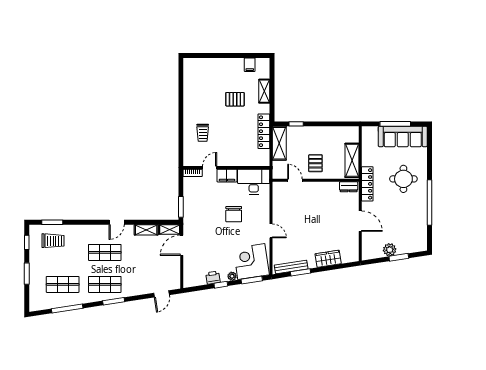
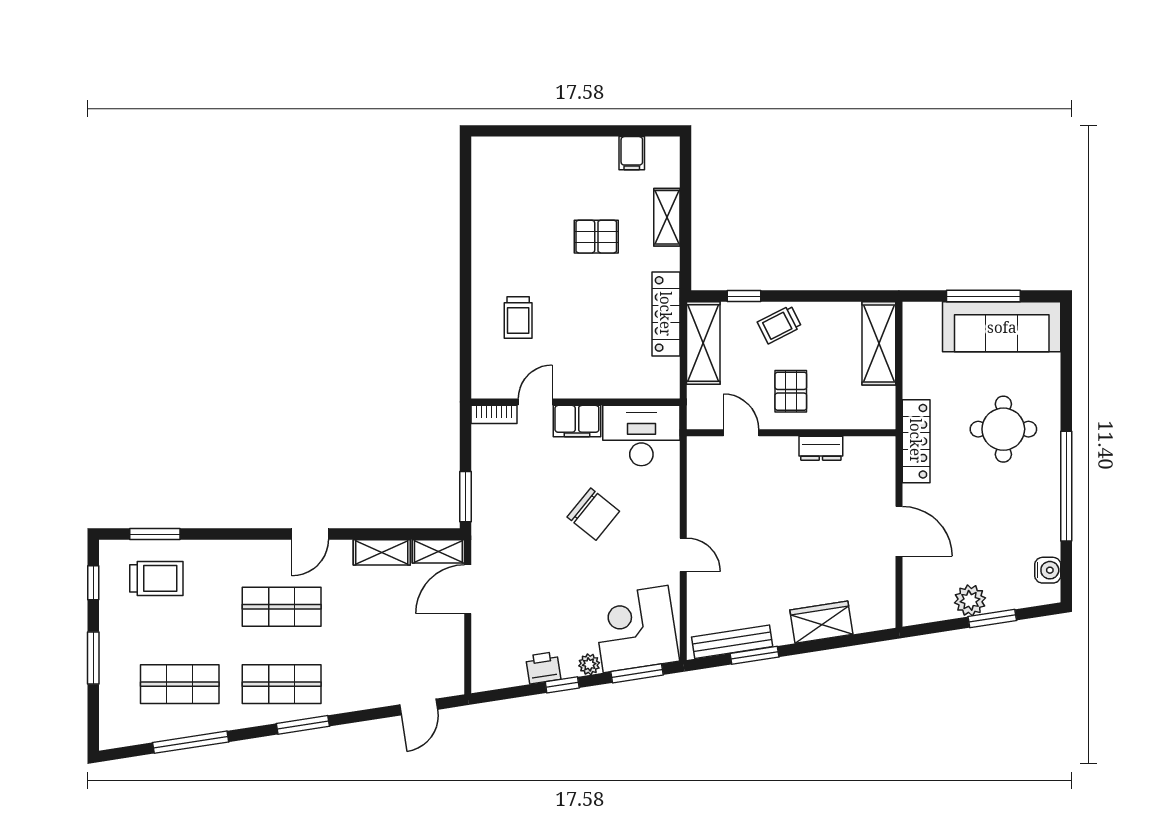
trolley: (311, 136) -> (780, 324), added
shelving: (352, 160) -> (879, 343), moved
dresser: (349, 187) -> (821, 448), moved
chair: (234, 214) -> (593, 514), turned -51
water cooler: (422, 237) -> (1048, 570), added

